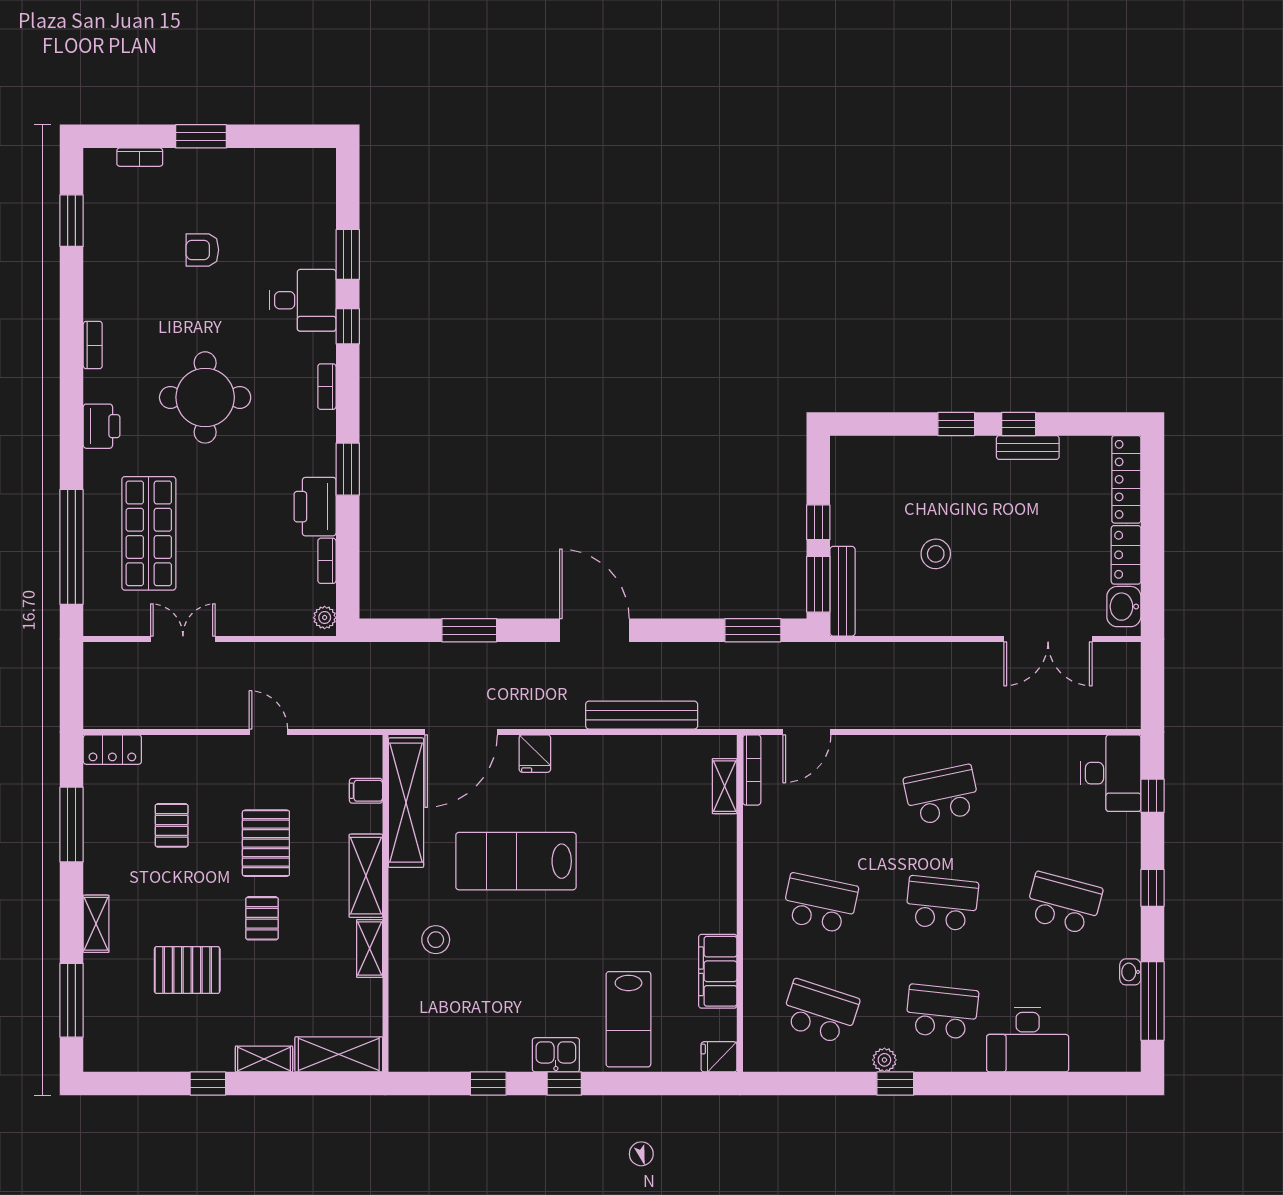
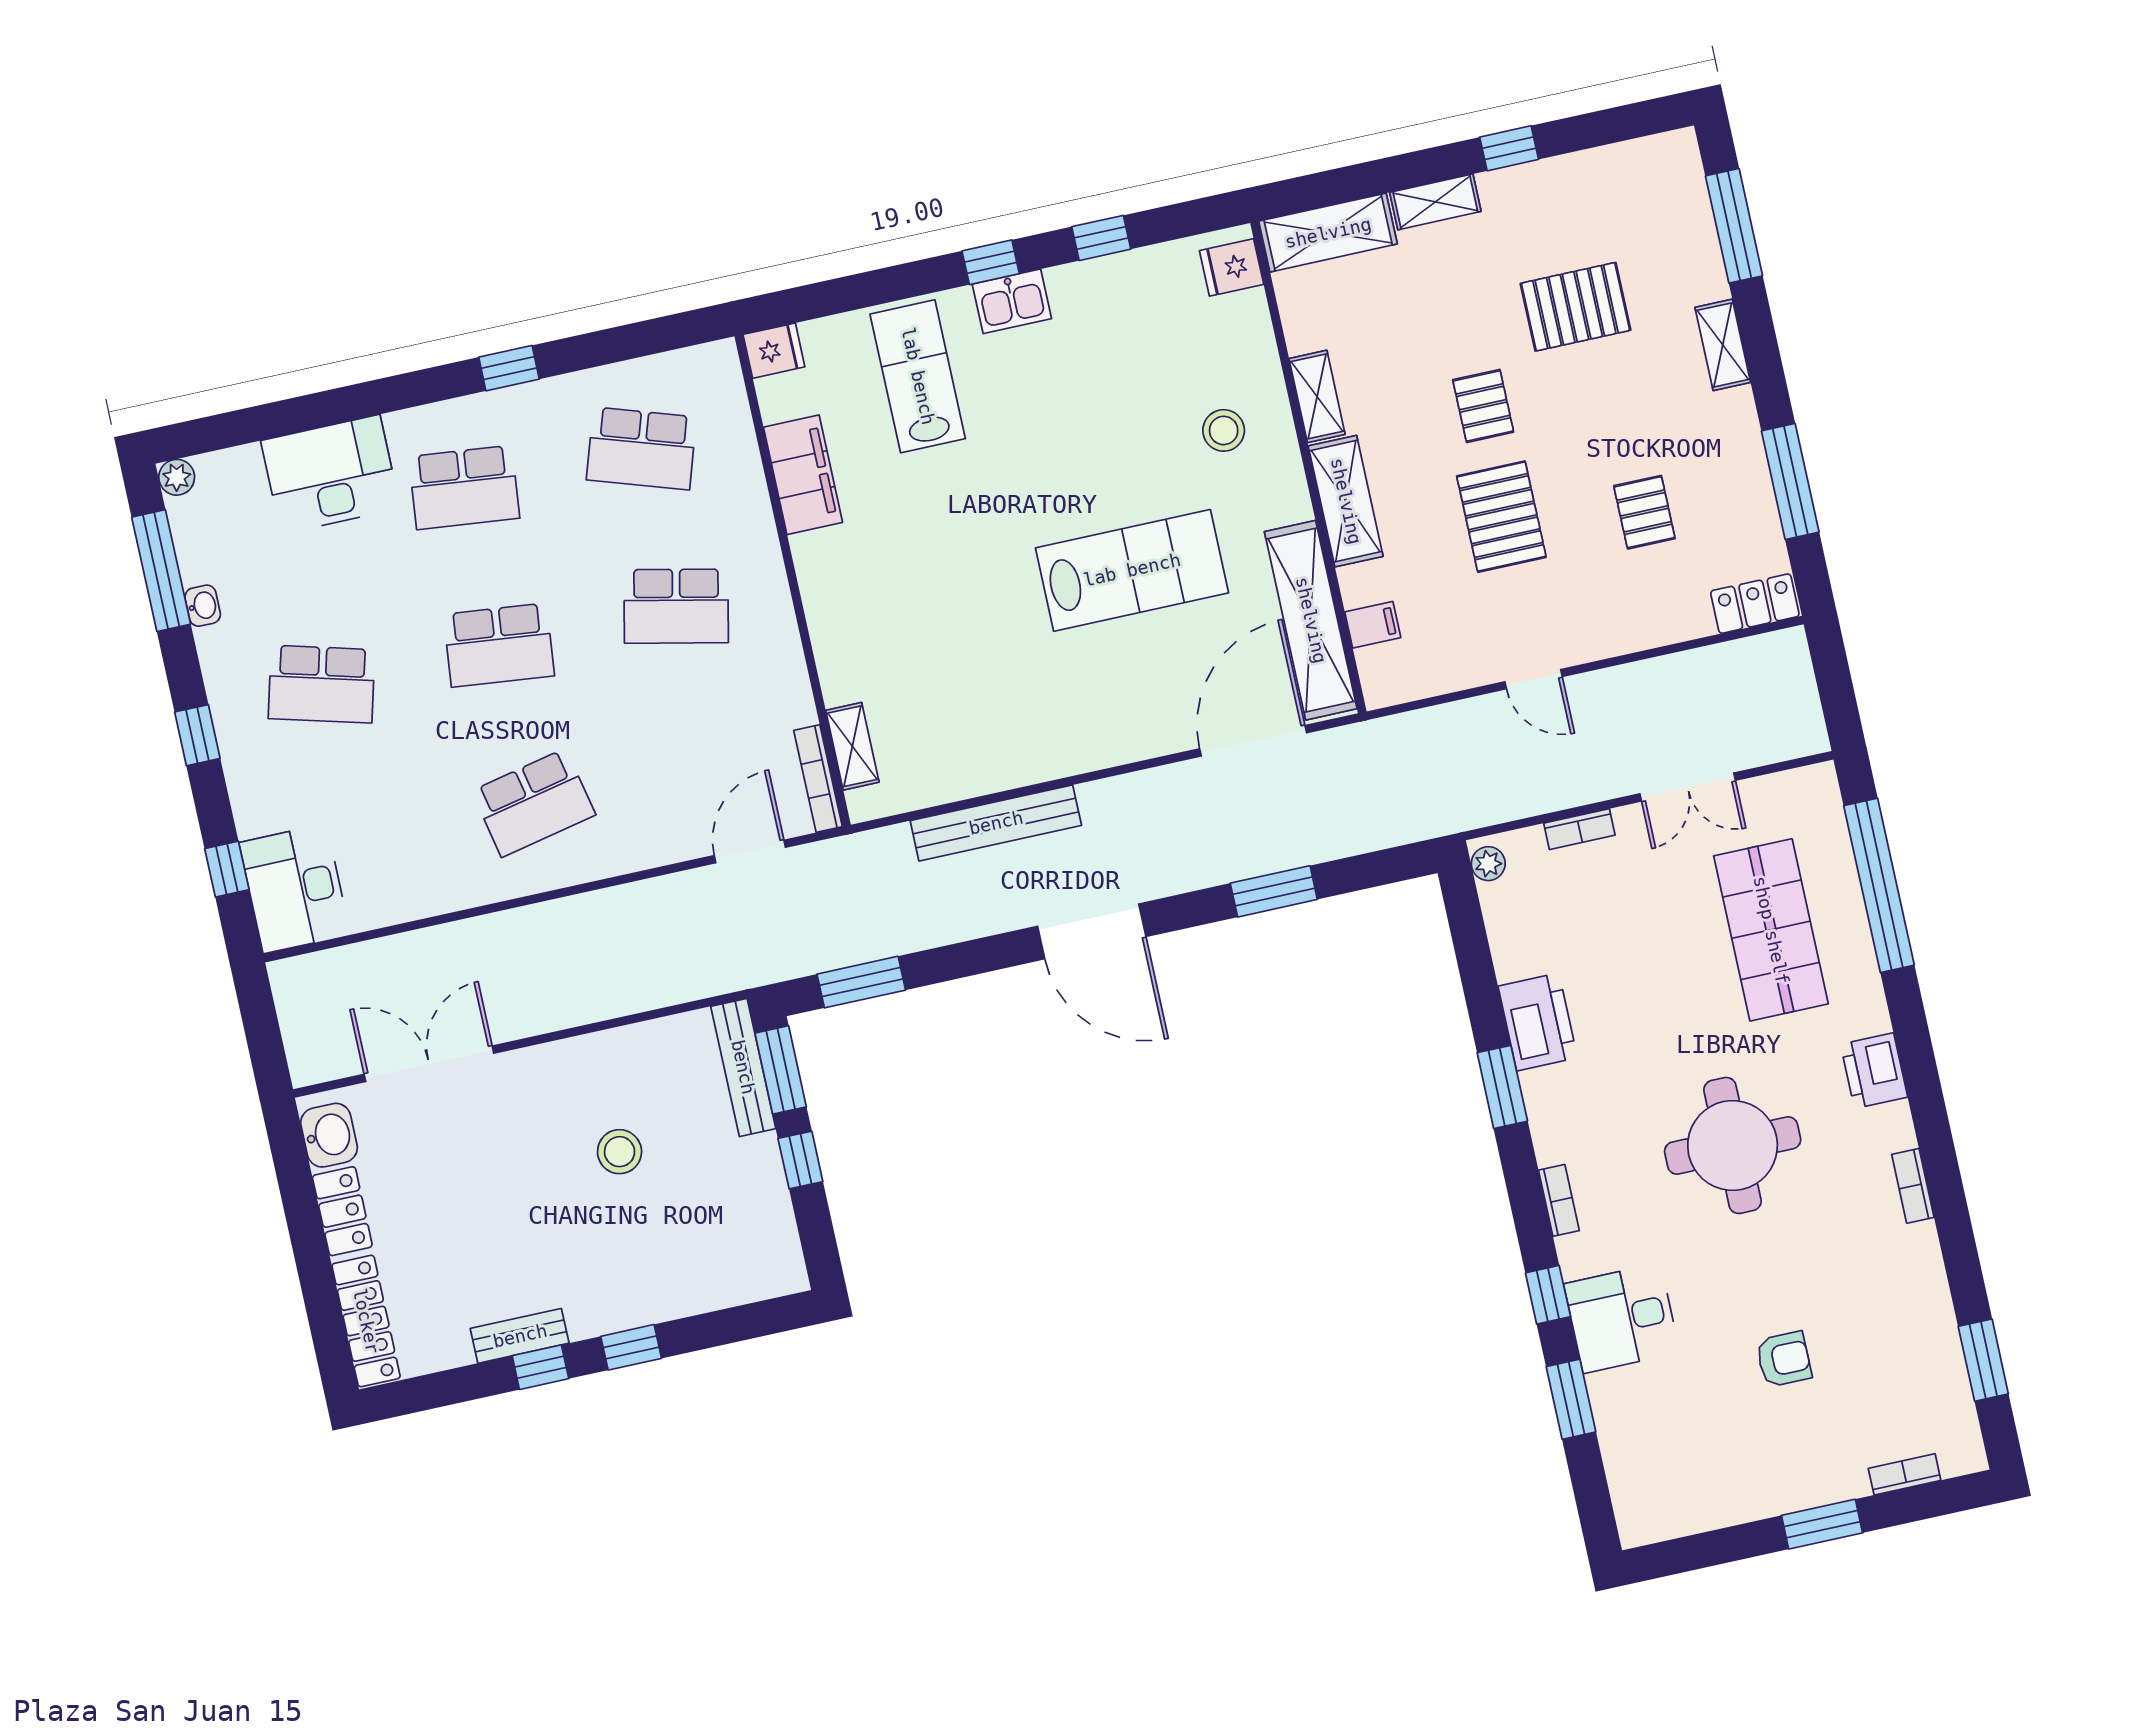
bookcase: (327, 561) -> (1579, 829), moved, turned 90
fridge: (535, 754) -> (1232, 267), moved, turned -90
plant: (884, 1060) -> (177, 477), moved

